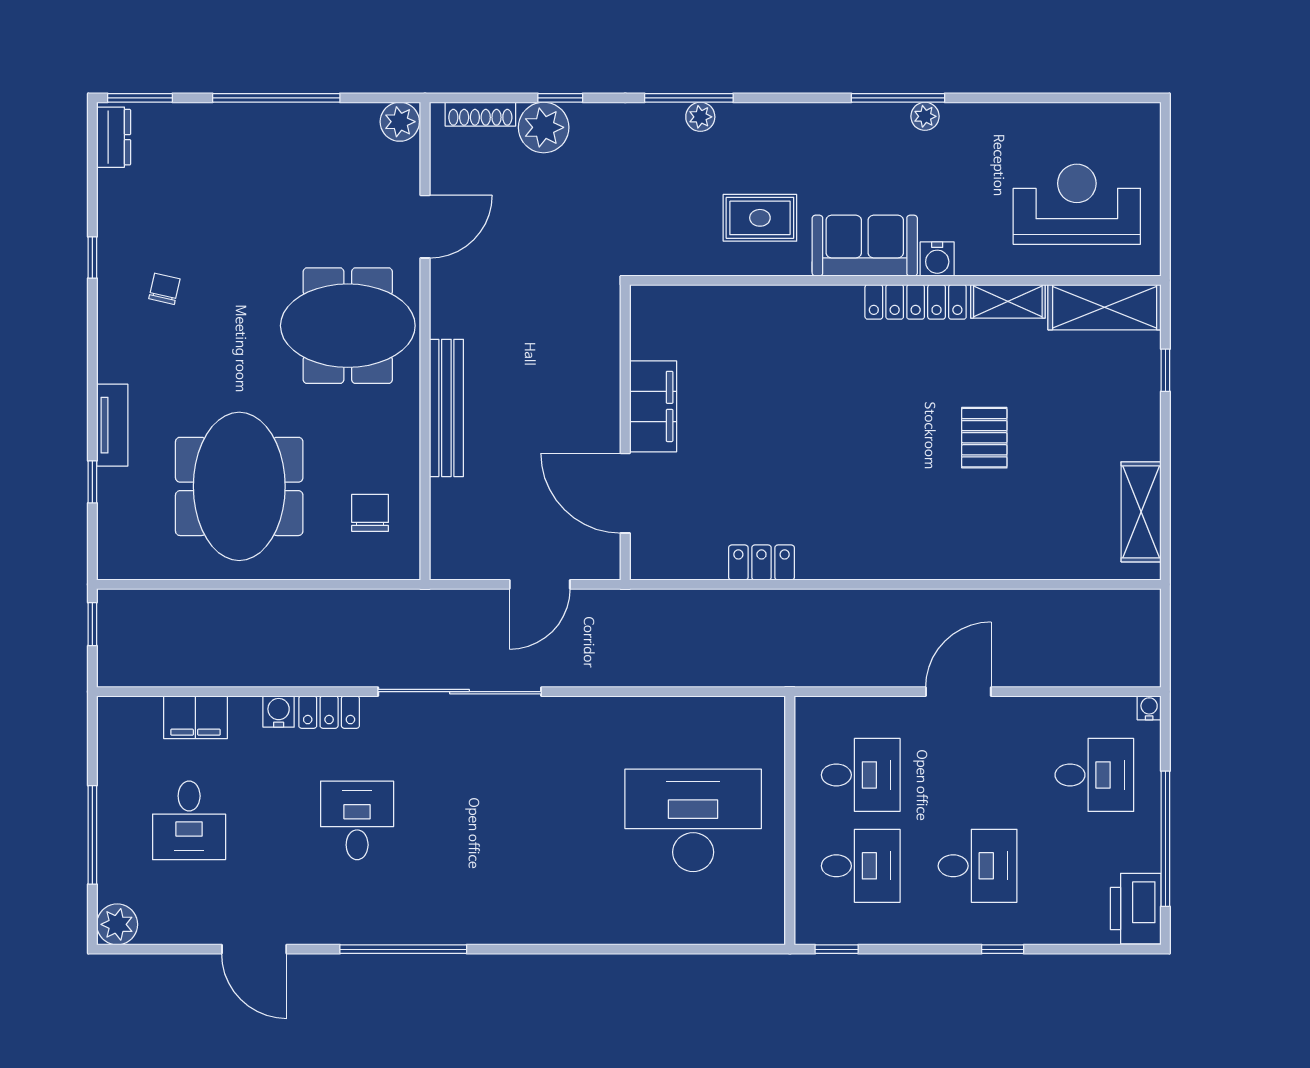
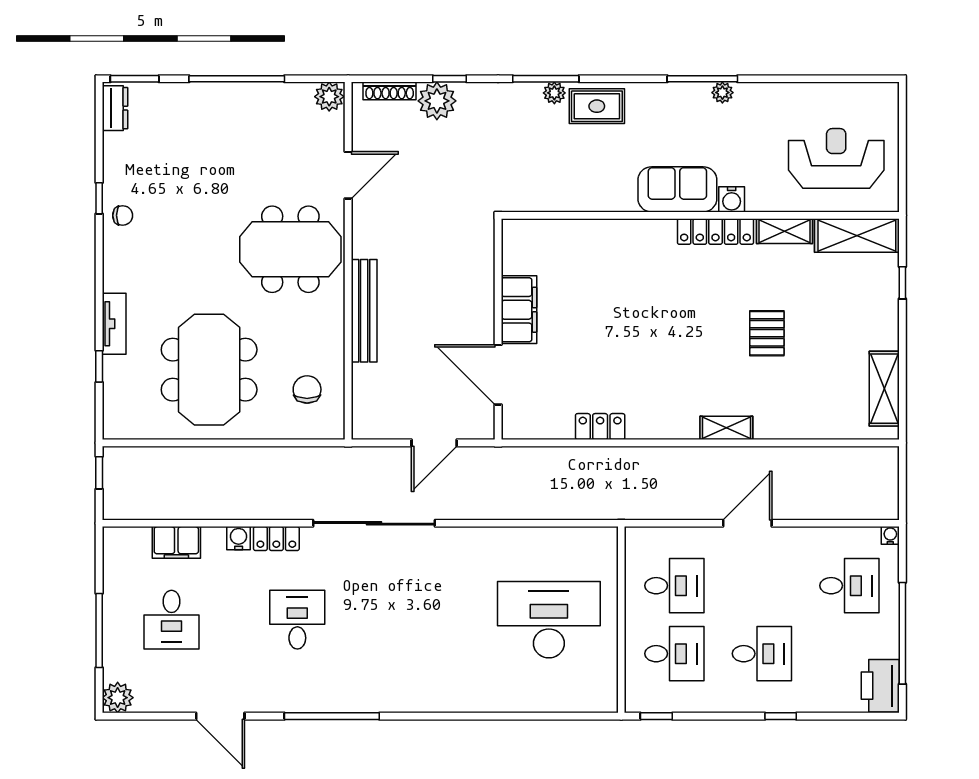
rug: (760, 218) -> (597, 106), moved
chair: (164, 289) -> (123, 215), moved, turned 77
shelving: (930, 564) -> (726, 428), added

